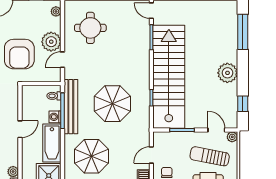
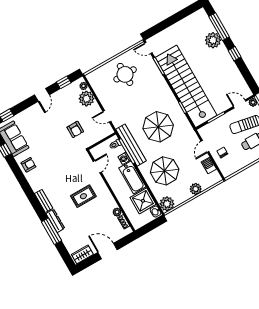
round table: (90, 28) -> (125, 74), moved
plant: (51, 42) -> (86, 99), moved
armchair: (19, 54) -> (75, 129), width x0.53, depth x0.53
door: (63, 60) -> (107, 116), hinge flipped
plant: (227, 73) -> (213, 40), moved
window: (243, 104) -> (235, 54), moved
door: (20, 129) -> (97, 167), moved

